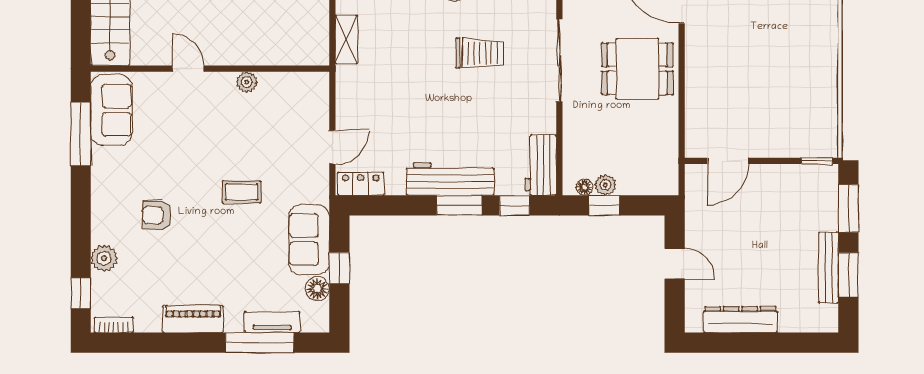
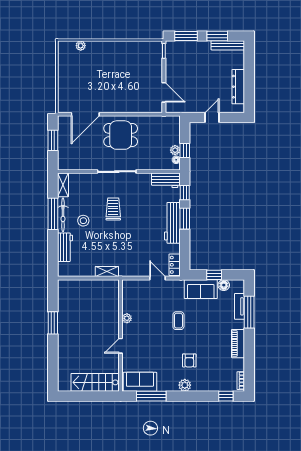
dining table: (637, 69) -> (121, 135), turned 90
plant: (104, 258) -> (185, 385), moved
bench: (828, 267) -> (228, 45), moved

